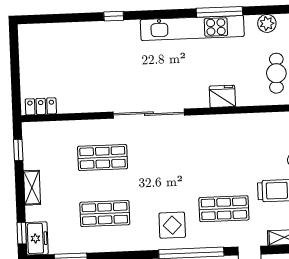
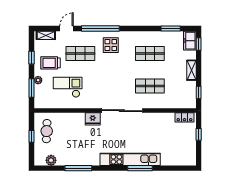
window: (114, 16) -> (140, 168), width x2.17
kitchen unit: (192, 28) -> (130, 159), moved
window: (15, 78) -> (199, 134), added
fridge: (222, 96) -> (93, 119), moved
checkout: (243, 150) -> (68, 87), added

